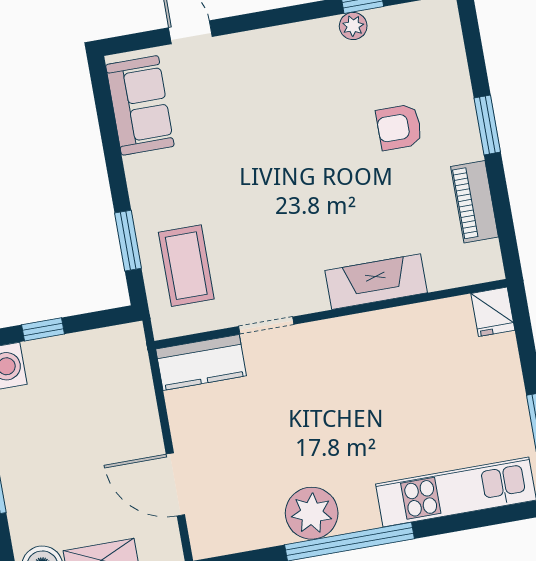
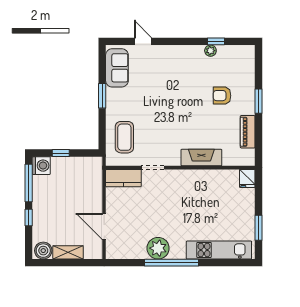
window: (128, 241) -> (102, 96), moved

